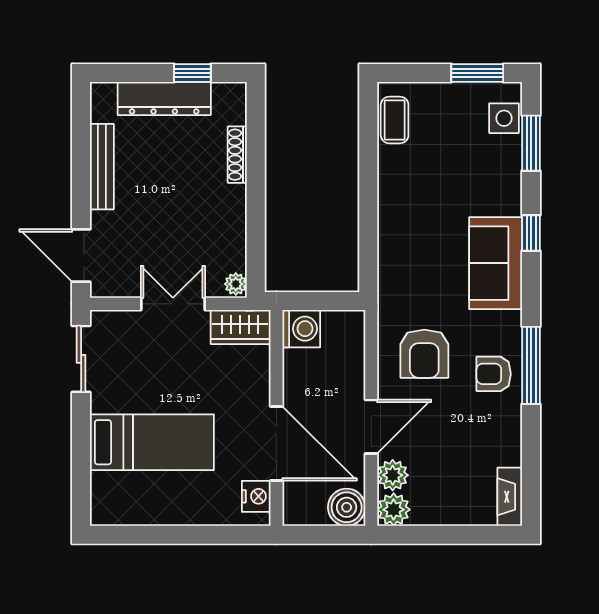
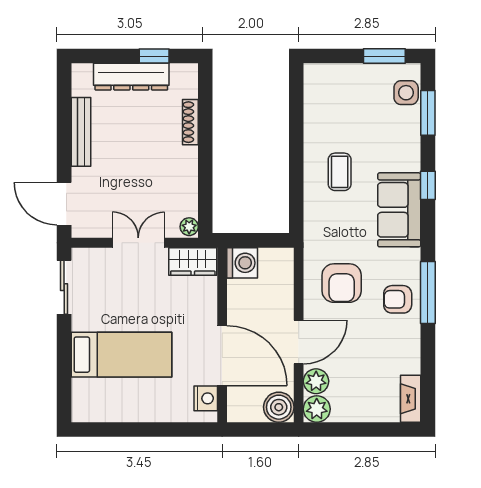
coffee table: (395, 120) -> (340, 172), moved

